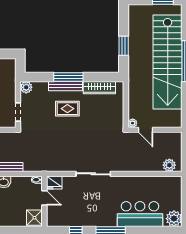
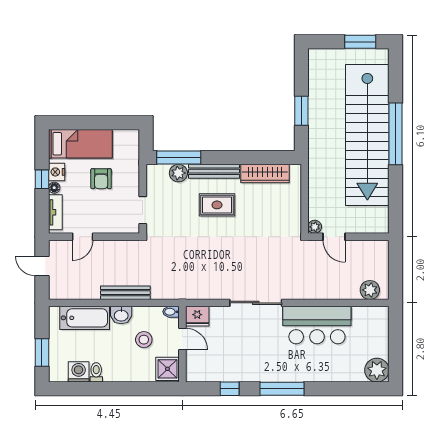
window: (68, 77) -> (179, 157), moved
plant: (26, 87) -> (178, 173), moved
stool: (19, 198) -> (144, 340), added
bar counter: (140, 214) -> (317, 325), moved, turned 180

